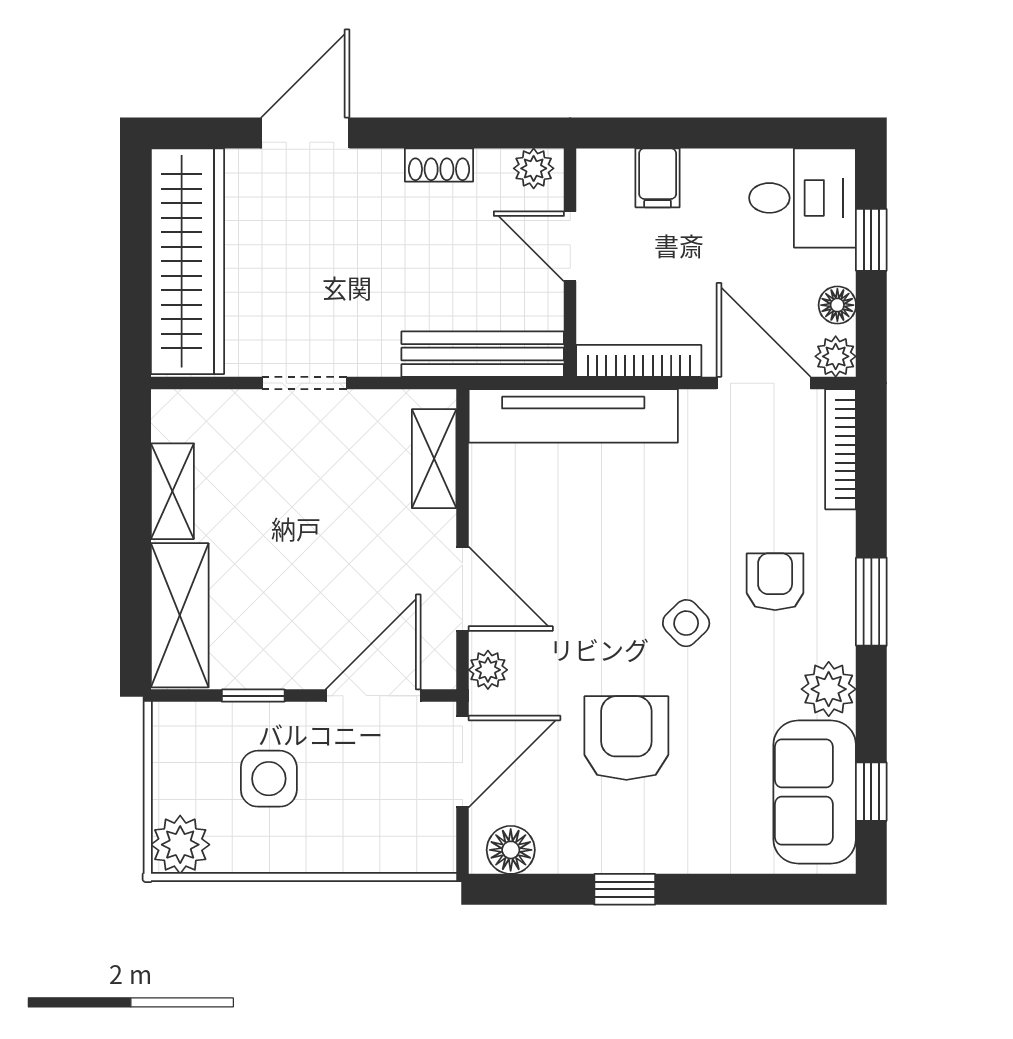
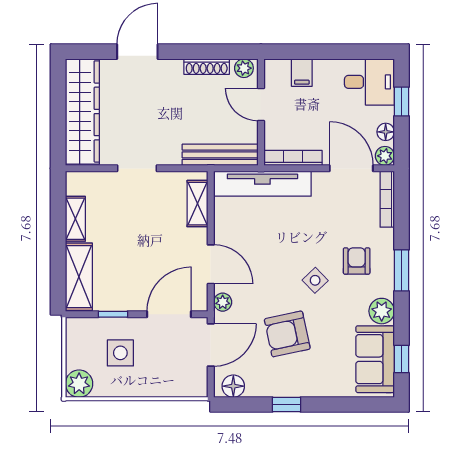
shoe rack: (439, 165) -> (207, 67), width x1.43
armchair: (626, 738) -> (287, 334), turned -102

